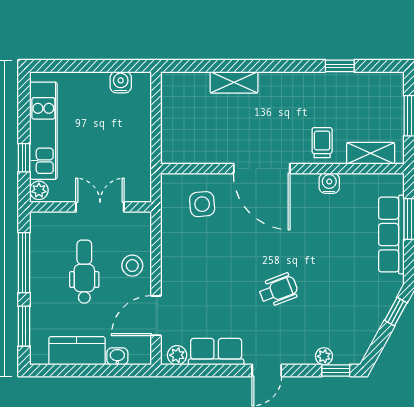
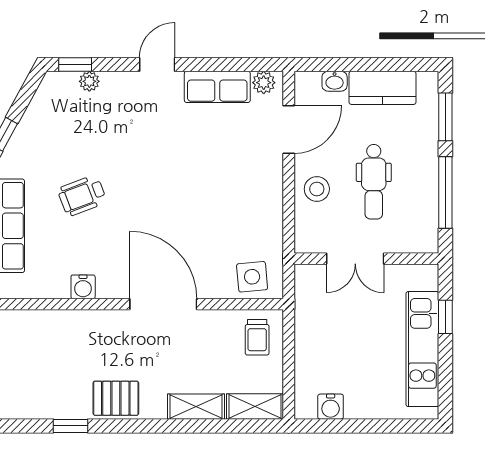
pallet: (302, 89) -> (116, 398), added
trolley: (322, 143) -> (257, 337), moved
shelving: (371, 153) -> (255, 407), moved
plant: (39, 190) -> (428, 278), removed
side table: (202, 204) -> (252, 277), moved
wheelchair: (278, 290) -> (82, 196), moved

